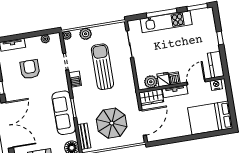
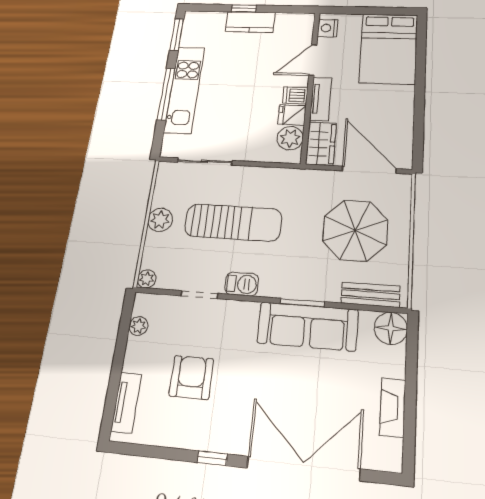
plant: (86, 34) -> (160, 220), moved
kitchen counter: (216, 65) -> (250, 22), moved
sun lounger: (102, 67) -> (233, 223), turned 180
armchair: (30, 69) -> (191, 377), turned 90
door: (196, 82) -> (313, 60), hinge flipped

